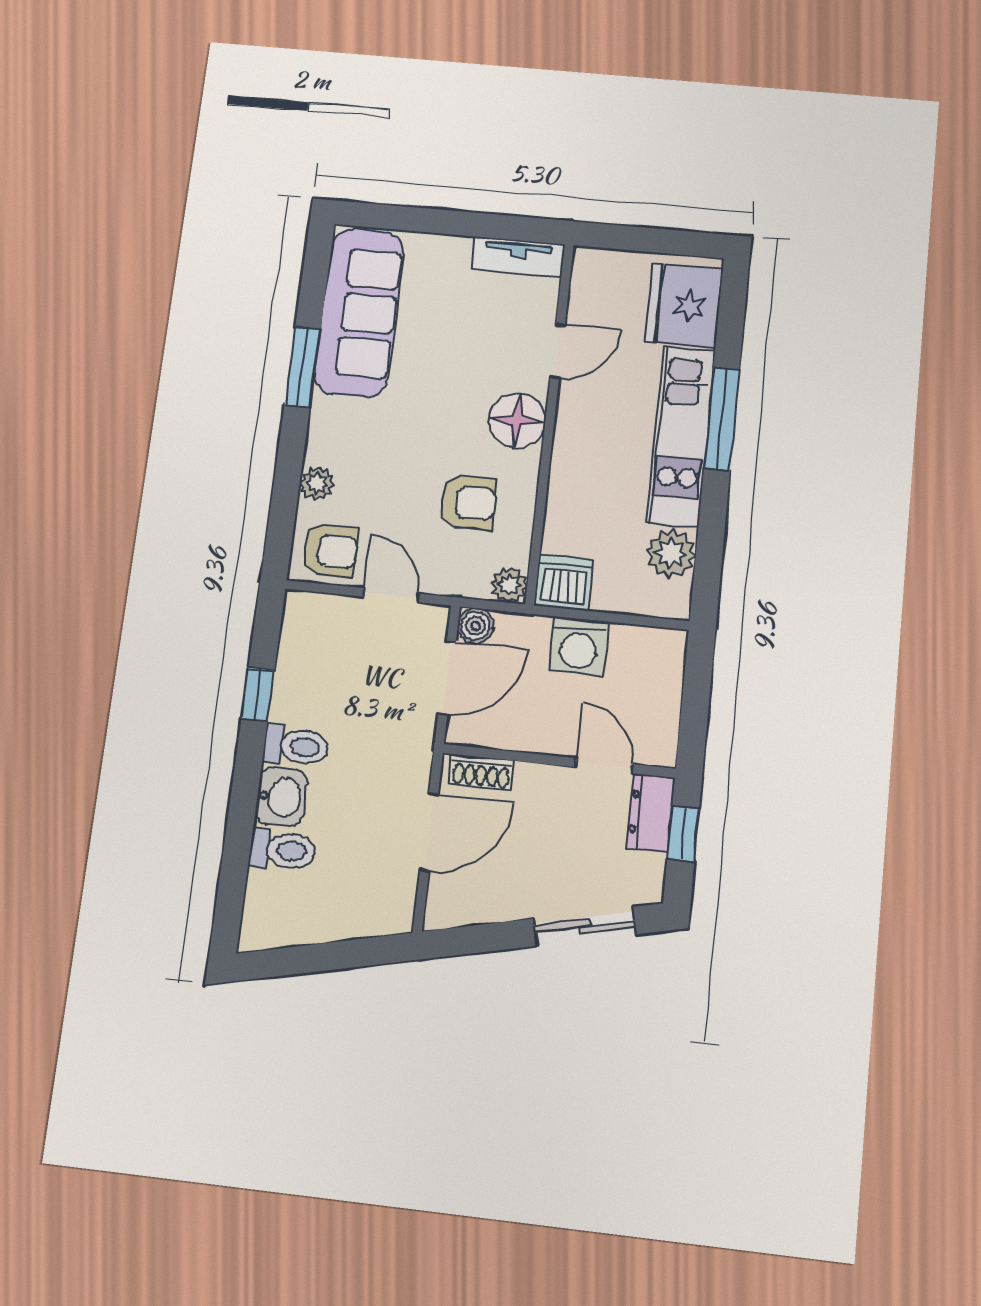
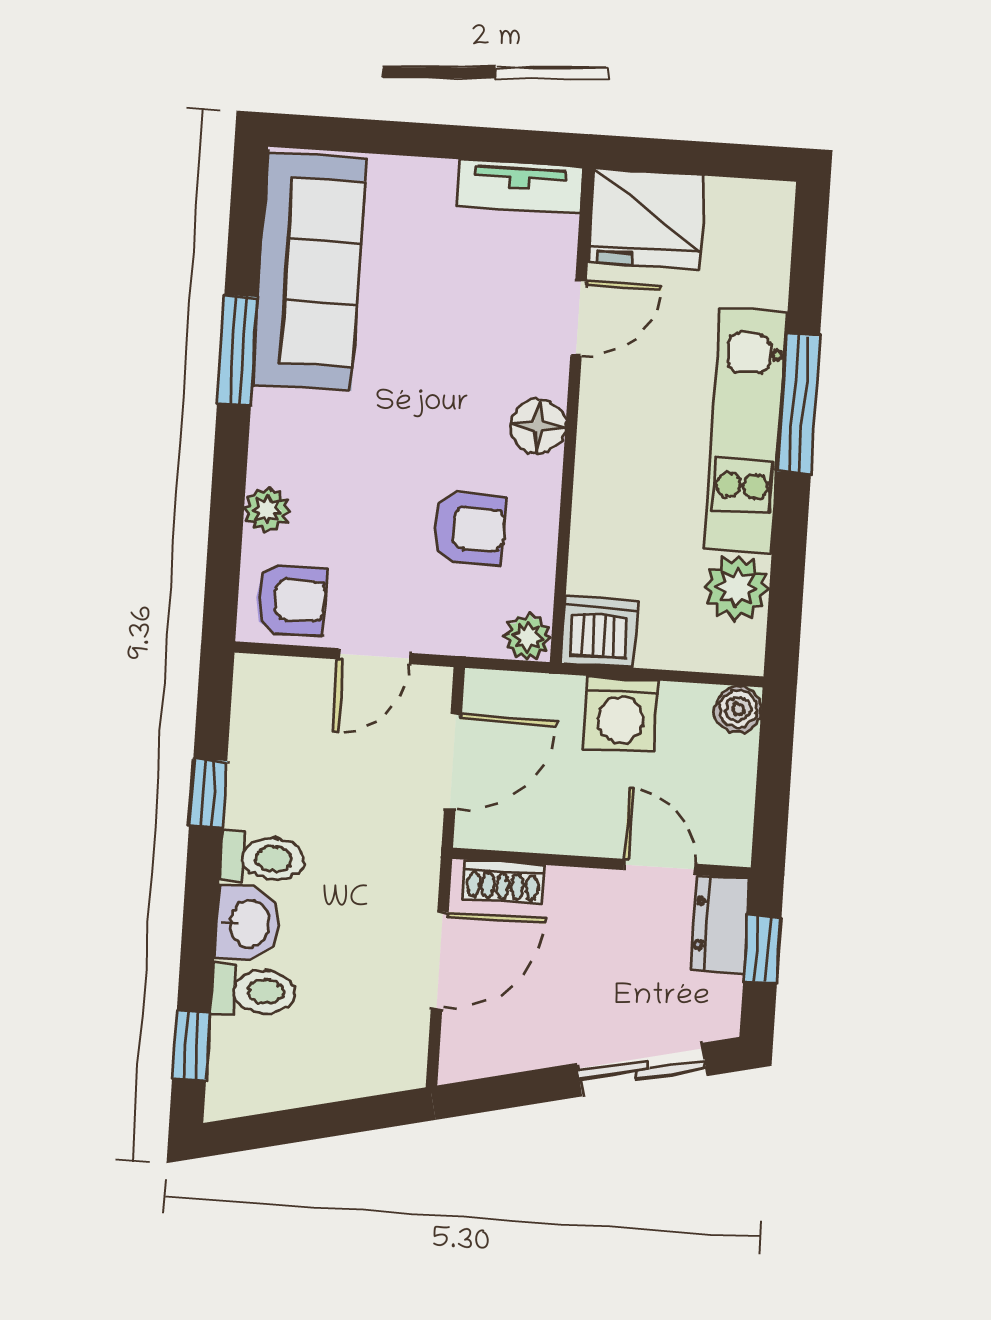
fridge: (684, 305) -> (646, 219), moved, turned -90
floor lamp: (517, 421) -> (538, 426), width x0.73, depth x0.73
door: (391, 595) -> (374, 656), swing flipped
boiler: (476, 626) -> (738, 709), moved
window: (231, 891) -> (191, 1046), added

